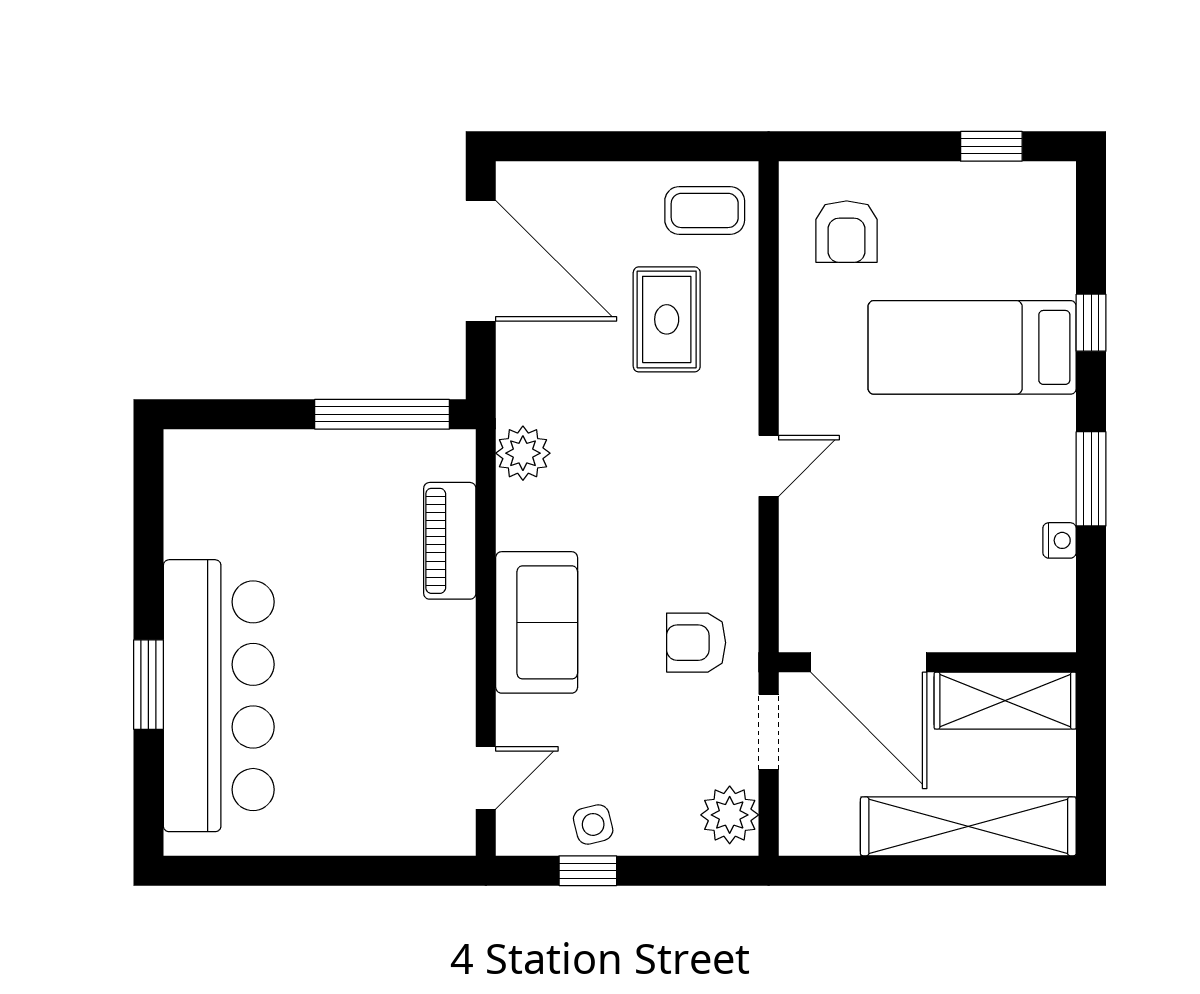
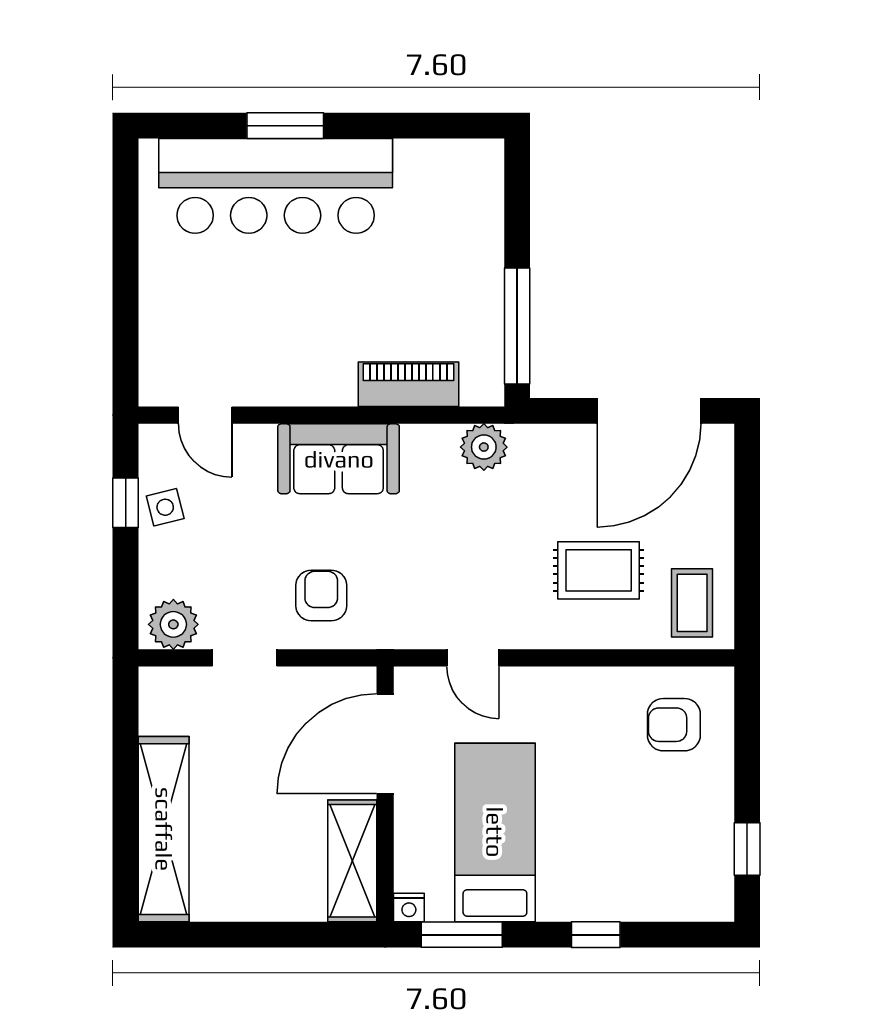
bed: (972, 347) -> (495, 832), moved
door: (869, 662) -> (385, 744), moved
wall: (927, 662) -> (385, 794), moved
shelving: (1005, 701) -> (352, 861), moved

